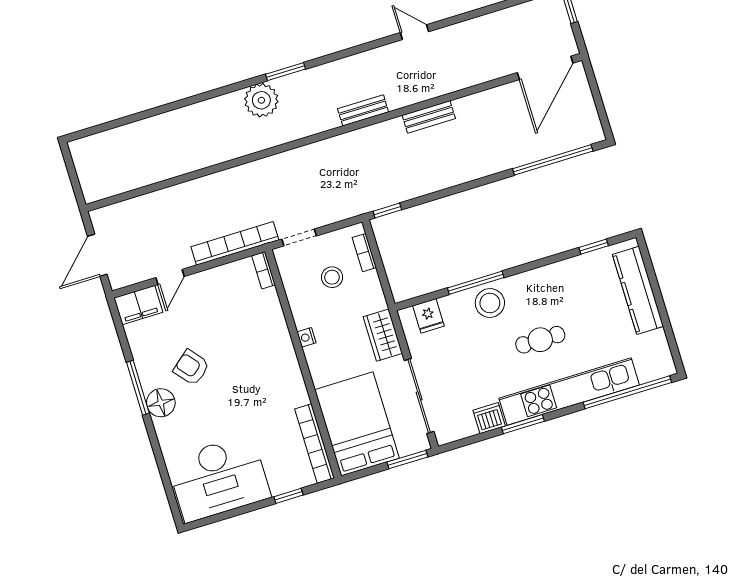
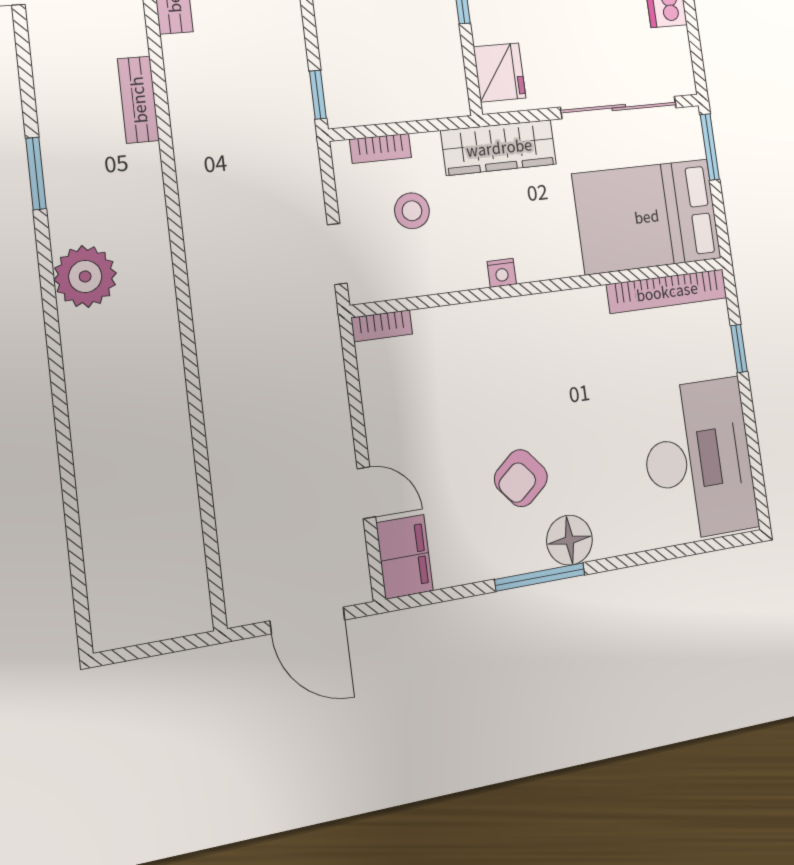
window: (286, 72) -> (36, 173), moved
bookcase: (235, 243) -> (328, 368), removed
fridge: (428, 316) -> (500, 72), width x1.38
wardrobe: (383, 335) -> (499, 147), width x1.50

